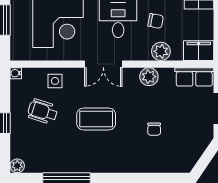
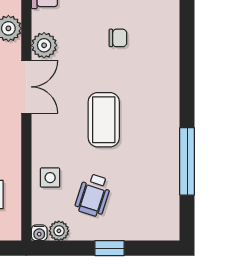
double door: (103, 64) -> (26, 87), moved
plant: (17, 166) -> (59, 231), moved

